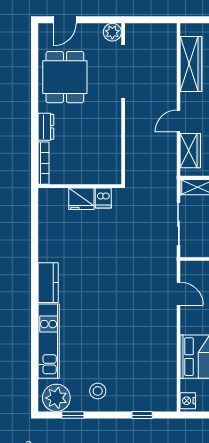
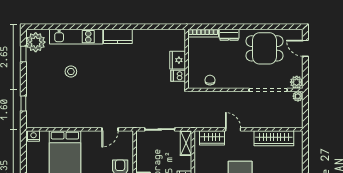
plant: (132, 30) -> (298, 96), added
chair: (109, 153) -> (210, 80), added
stool: (98, 391) -> (71, 72), moved

